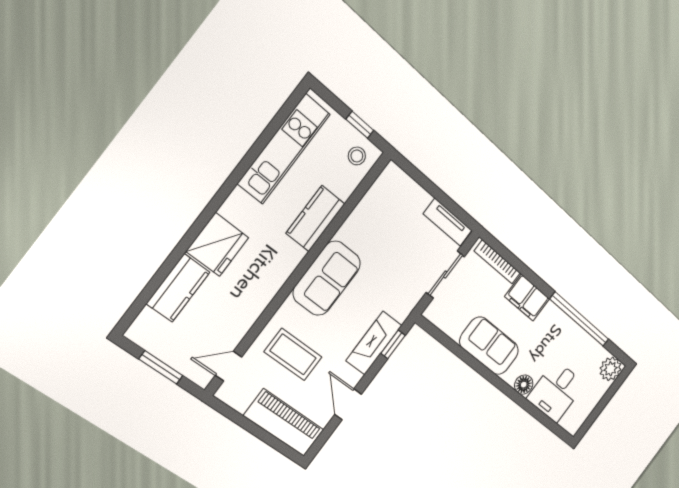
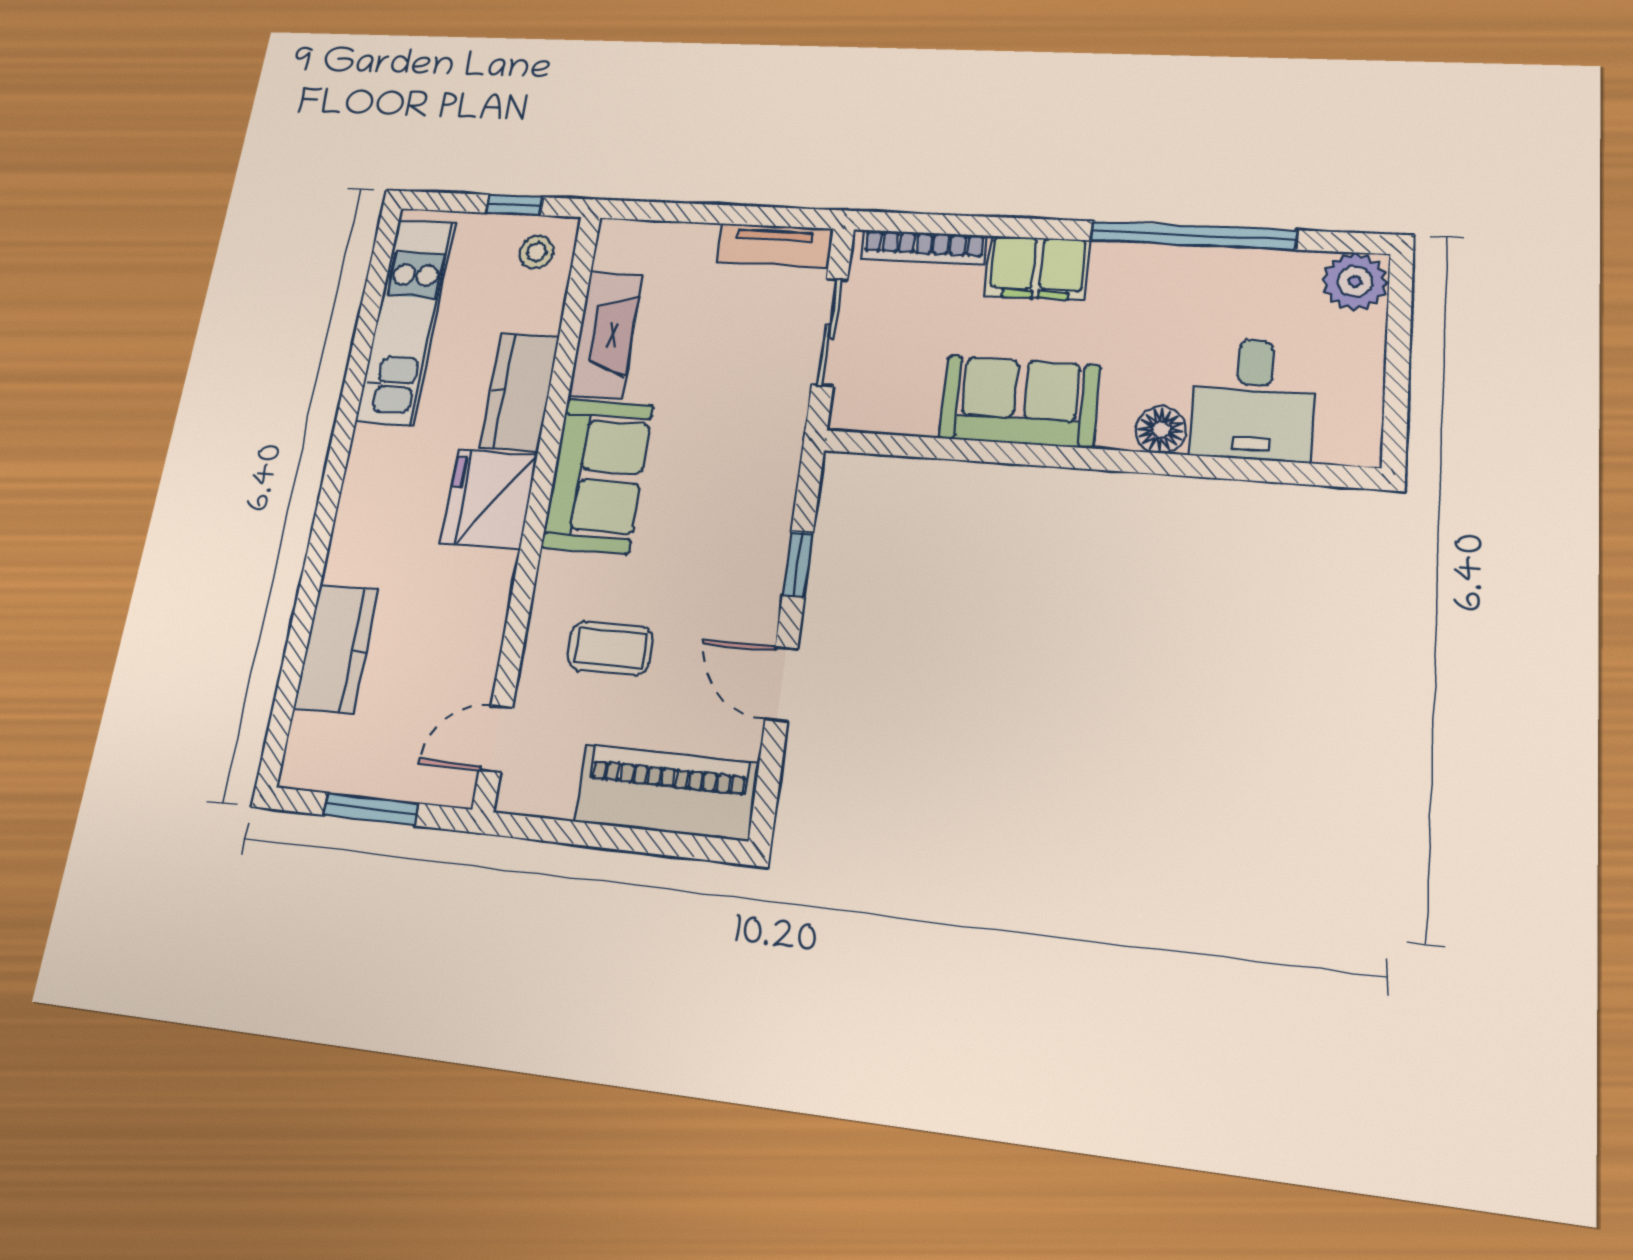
fridge: (217, 245) -> (489, 499), moved, turned 180
fireplace: (374, 343) -> (606, 335), moved, turned 180
window: (393, 344) -> (798, 564), moved
coffee table: (293, 354) -> (610, 648), width x0.73, depth x0.77

